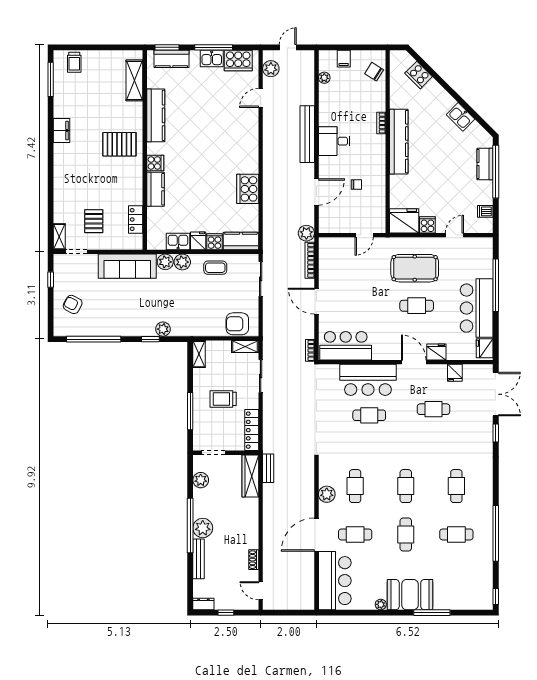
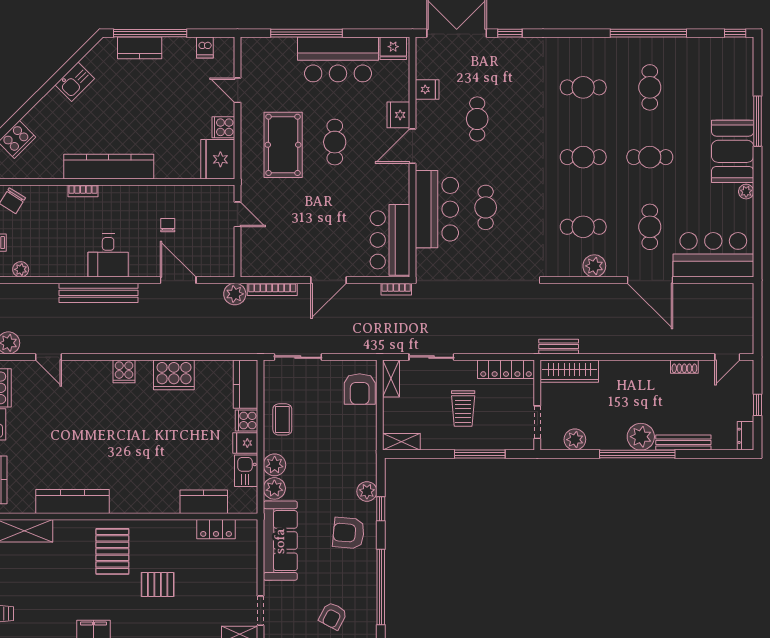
cooker: (155, 163) -> (124, 371), moved, turned 180
kitchen counter: (155, 189) -> (204, 502), moved
pallet: (94, 221) -> (158, 585), moved
armchair: (133, 316) -> (349, 533), added

